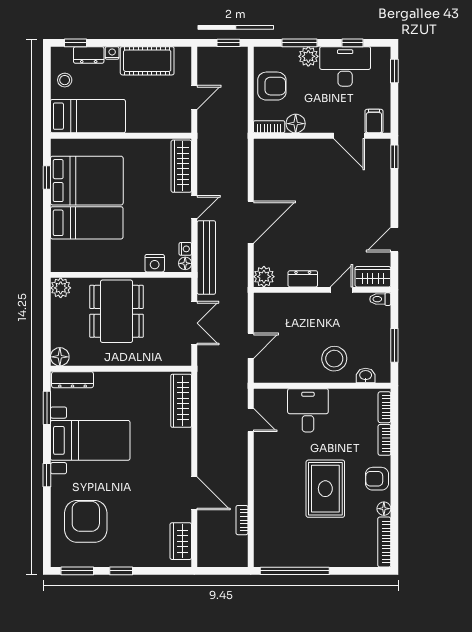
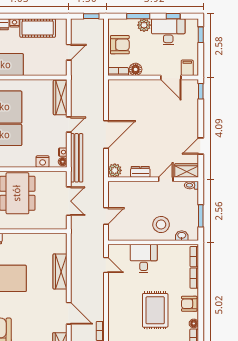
wardrobe: (181, 401) -> (60, 271), moved

